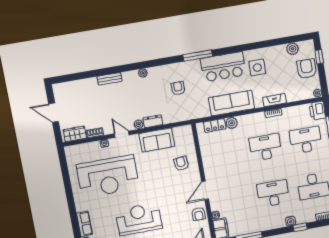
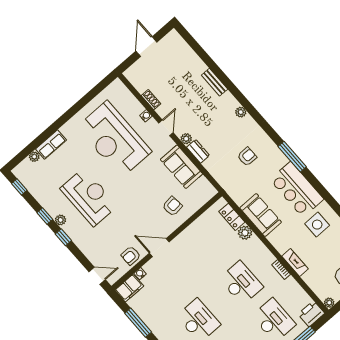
sofa: (232, 103) -> (261, 215), width x0.73
wardrobe: (75, 134) -> (138, 80), removed

